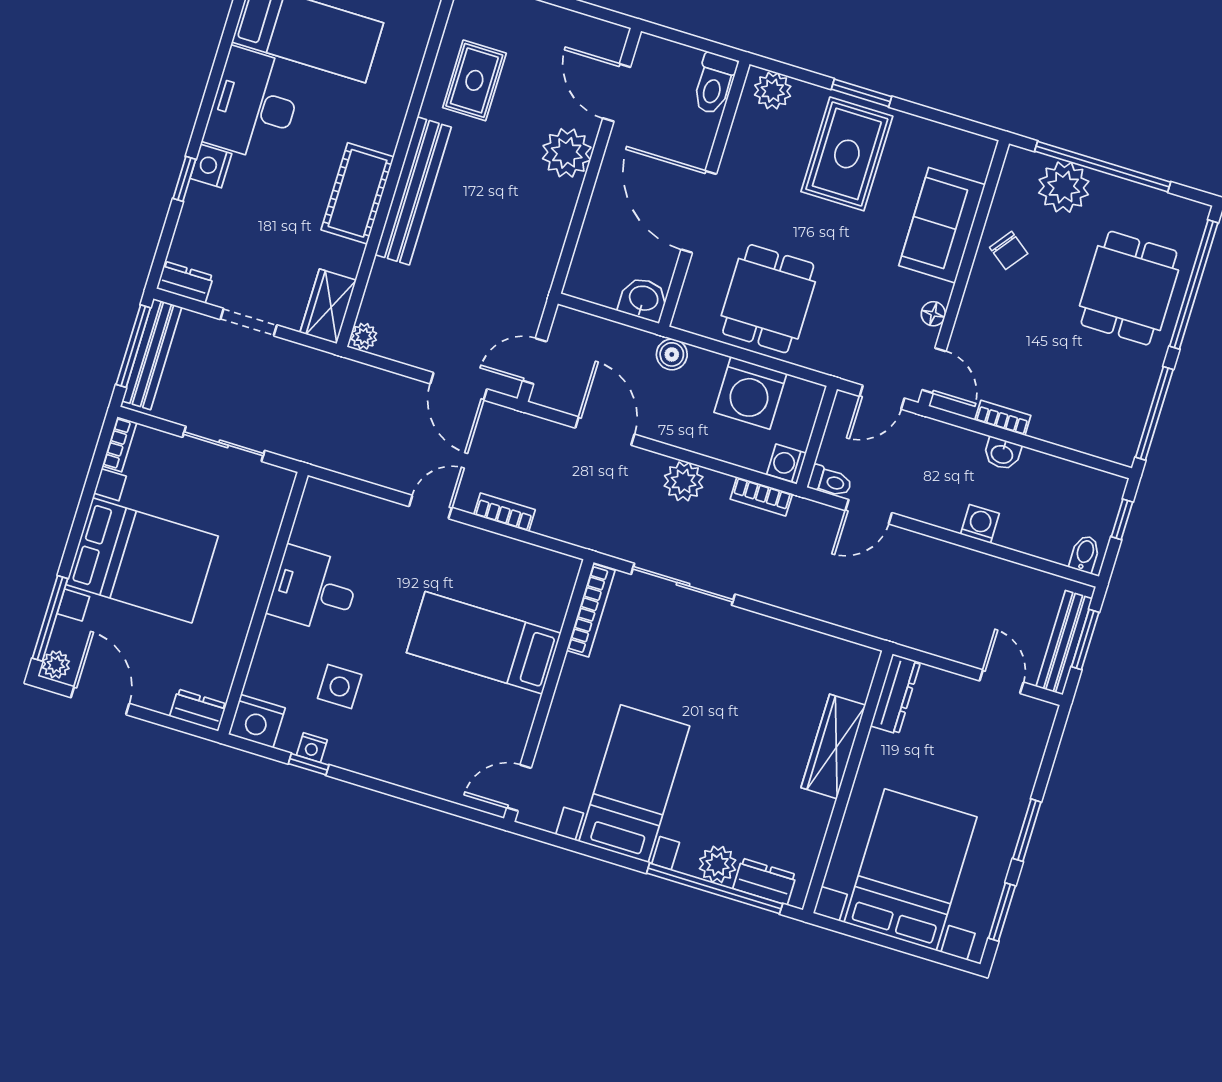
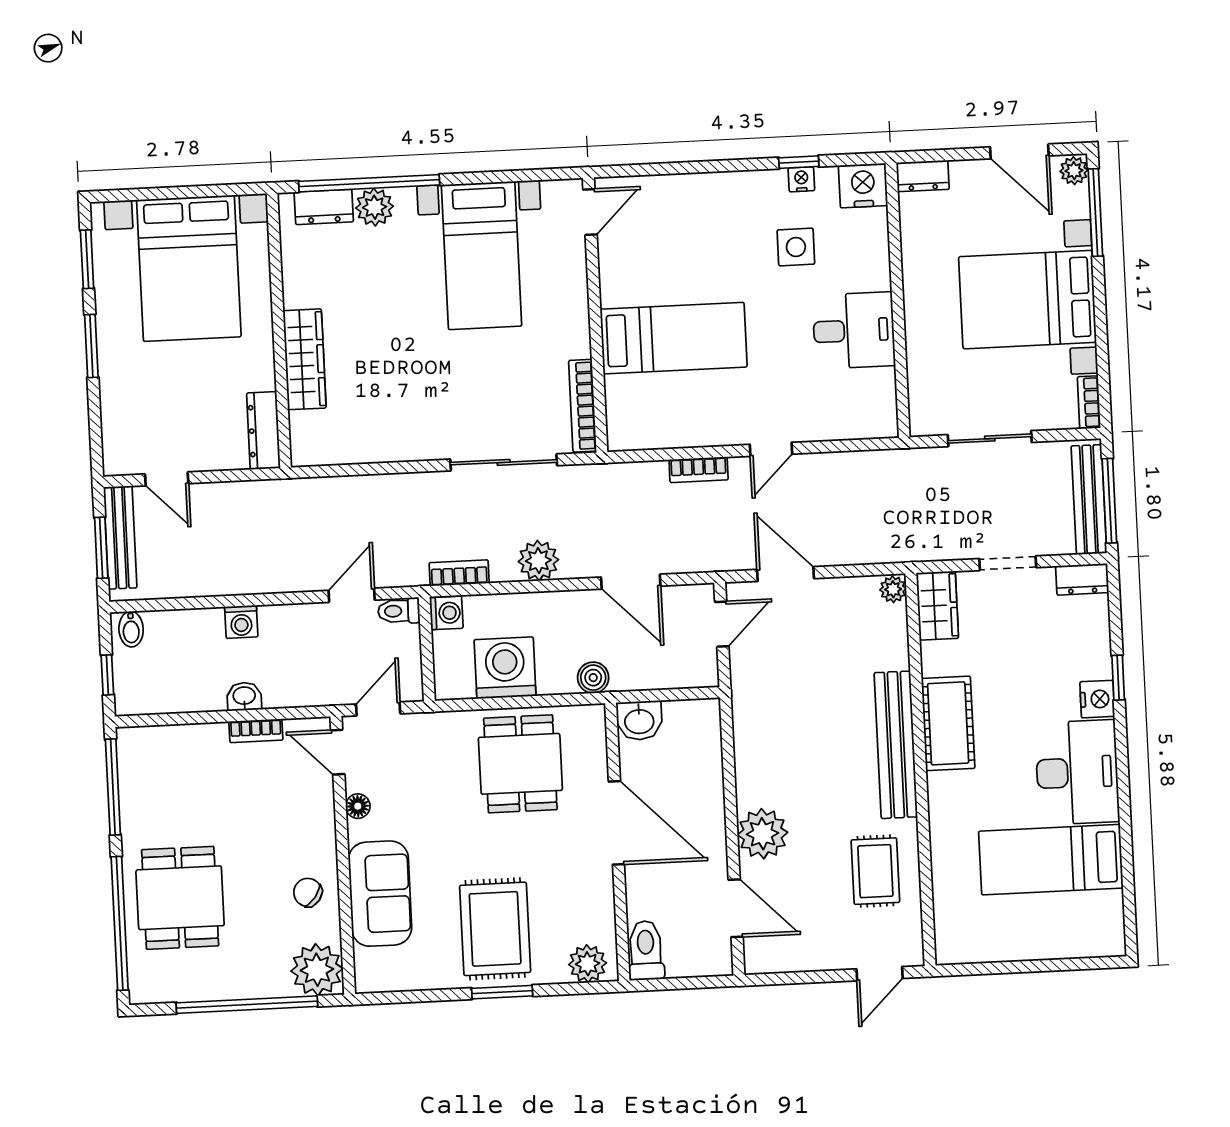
plant: (1064, 187) -> (317, 970), moved

